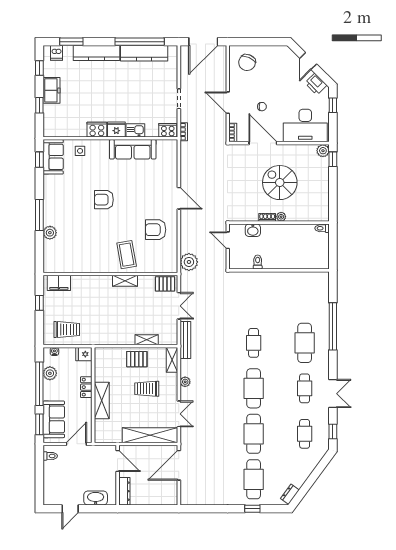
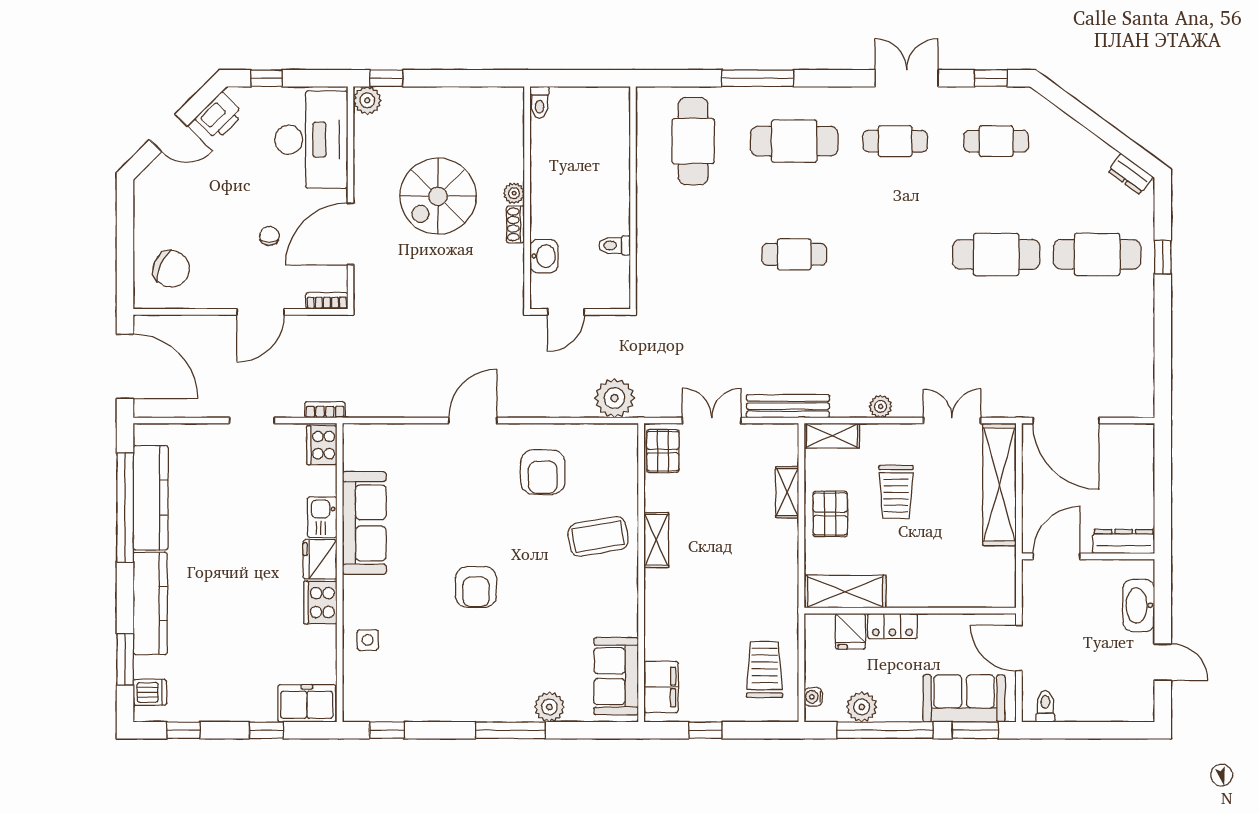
freezer: (52, 90) -> (307, 703), moved
sofa: (53, 157) -> (616, 676), moved, turned -90
window: (333, 326) -> (758, 78), width x0.68
fridge: (84, 354) -> (850, 631), moved
cafe table: (254, 388) -> (693, 141), moved, turned 90
shelving: (102, 400) -> (845, 592), moved

